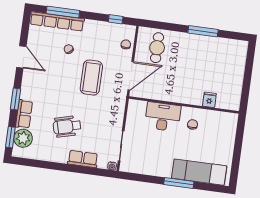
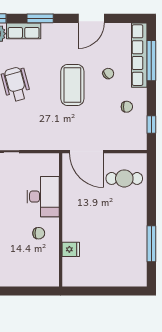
window: (203, 31) -> (151, 244), moved
chair: (126, 44) -> (127, 107), moved
coffee table: (91, 78) -> (72, 85), moved, turned 90

